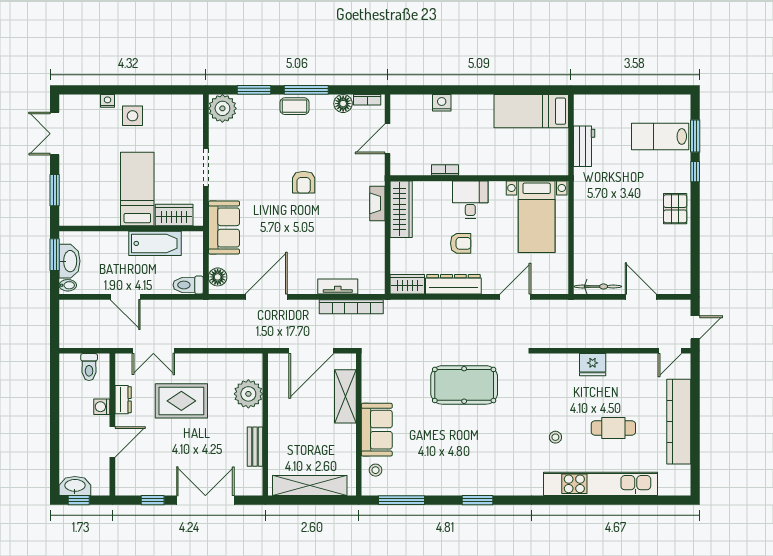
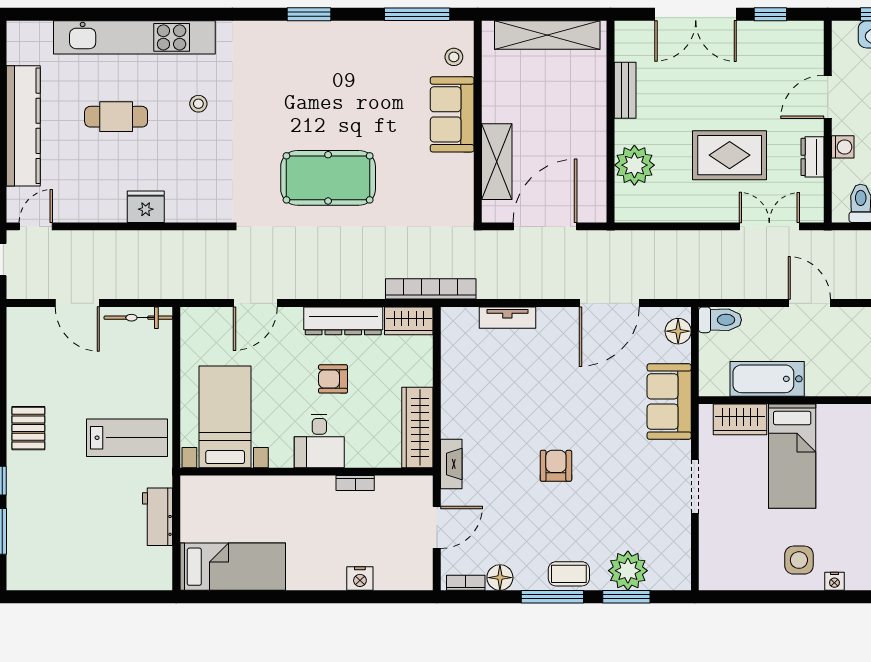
plant: (222, 108) -> (628, 571), moved
lab bench: (660, 136) -> (127, 438), moved
fireplace: (377, 203) -> (451, 464), moved
bookcase: (351, 307) -> (431, 289), moved

